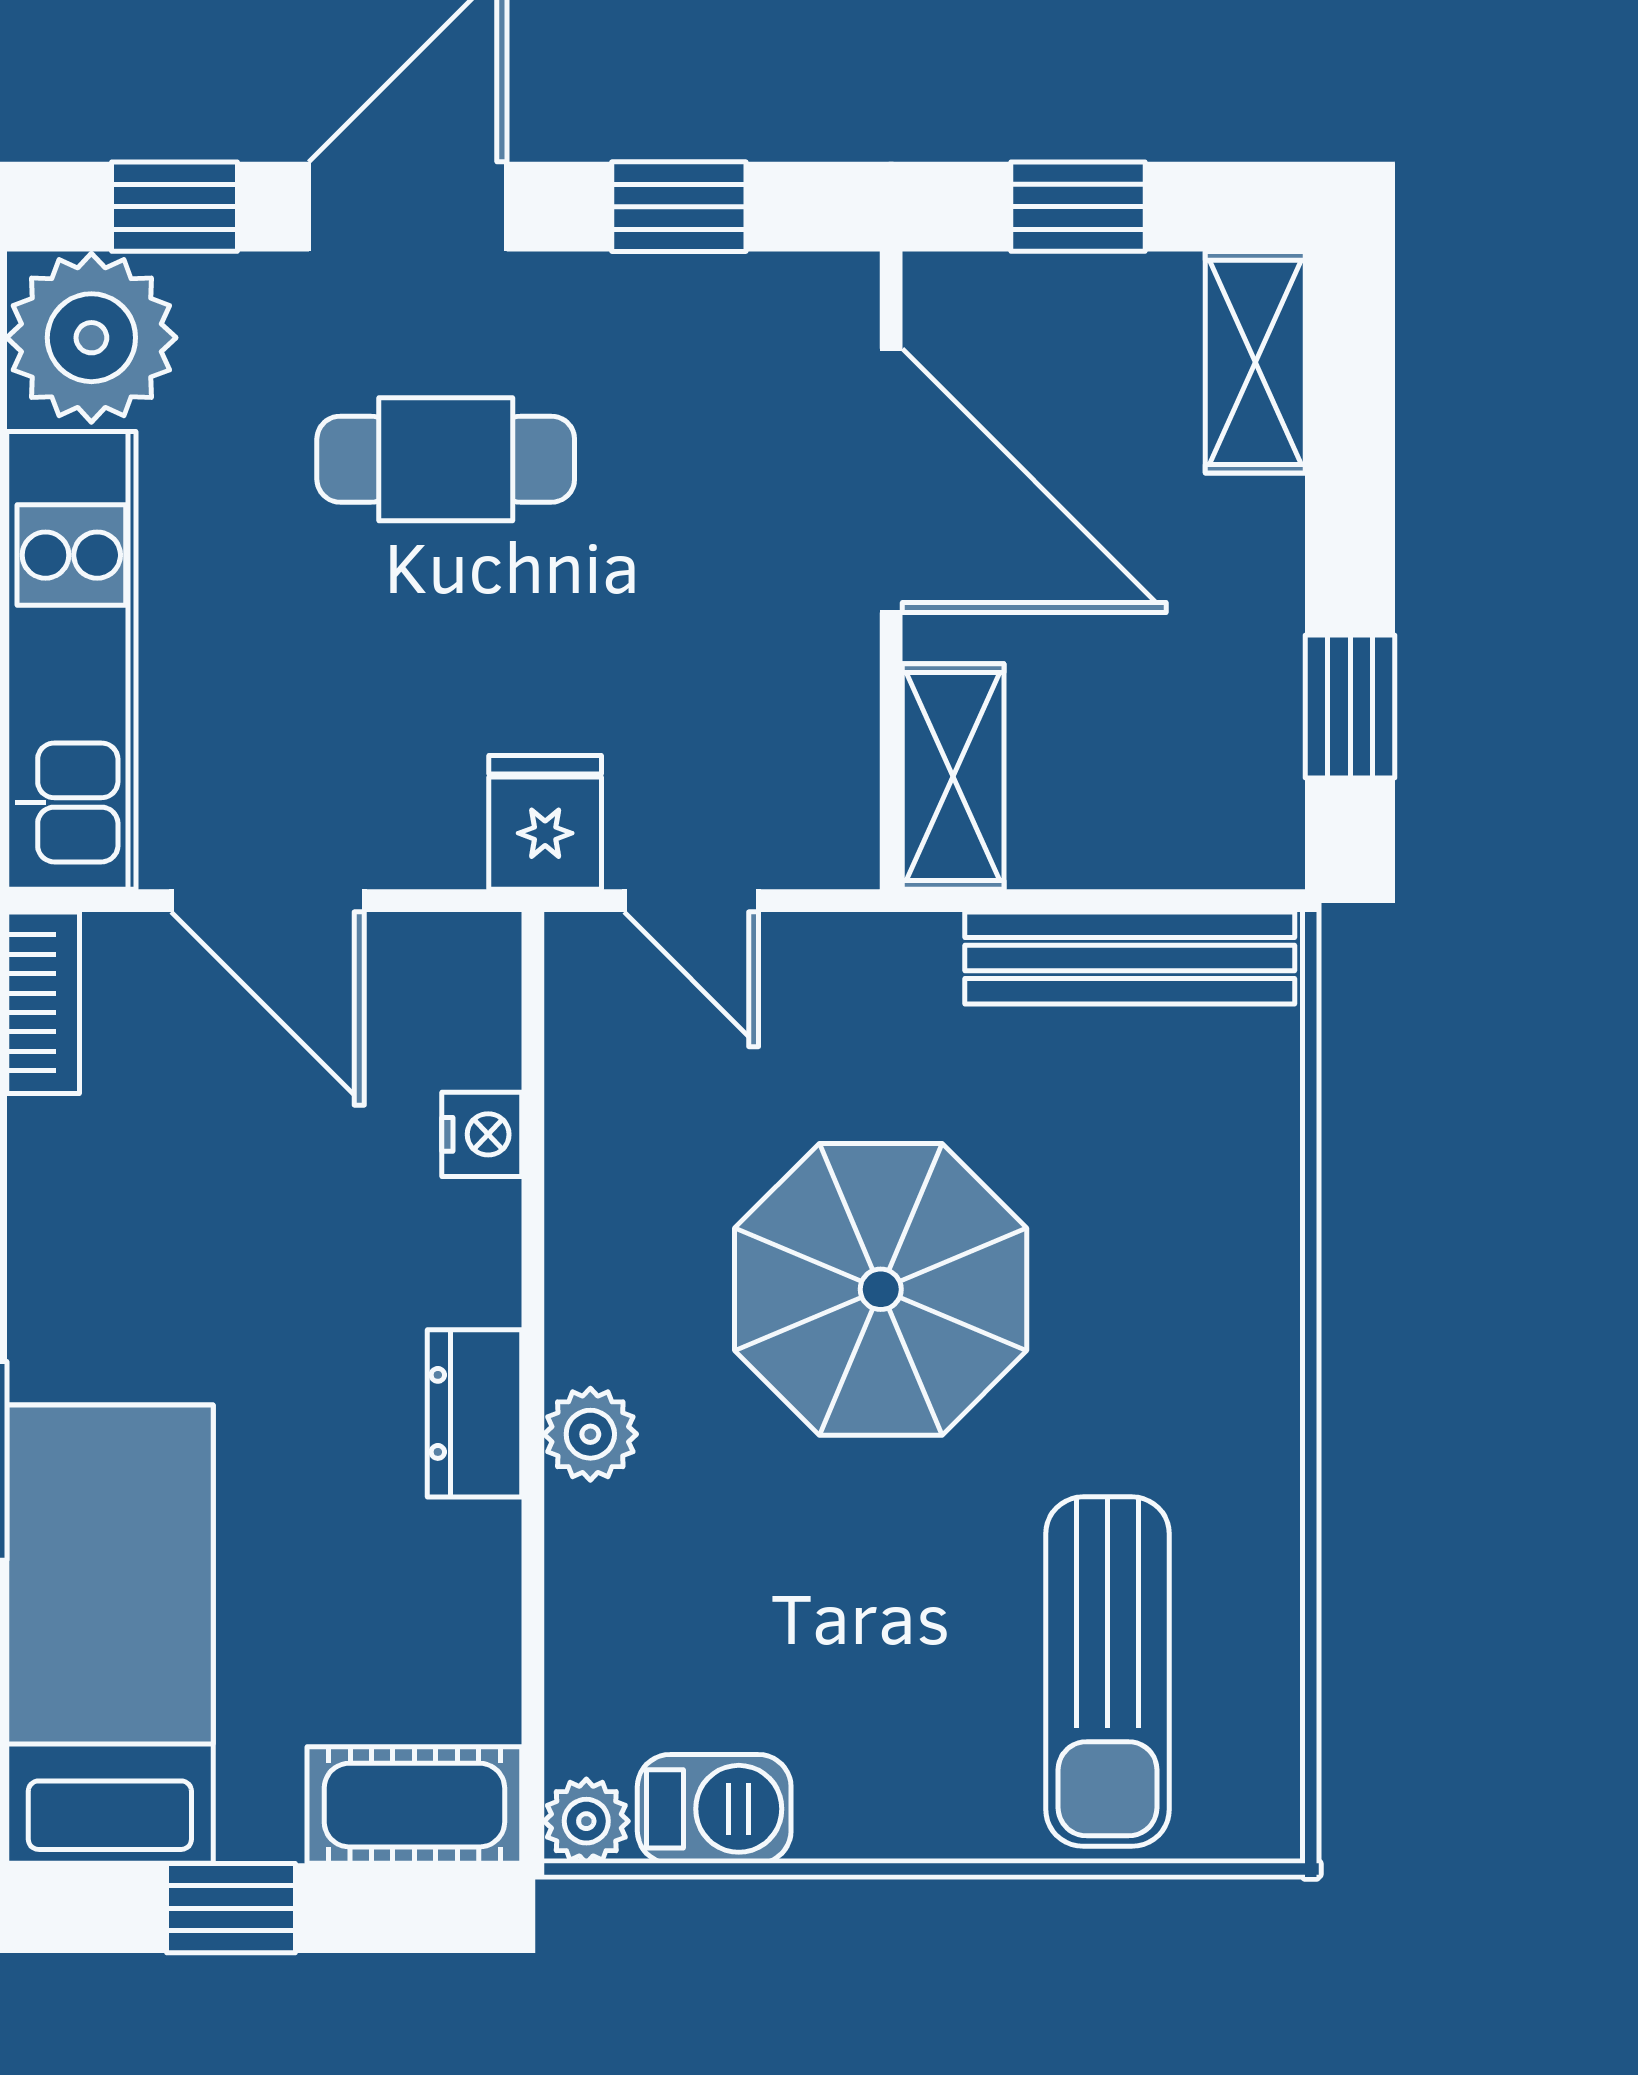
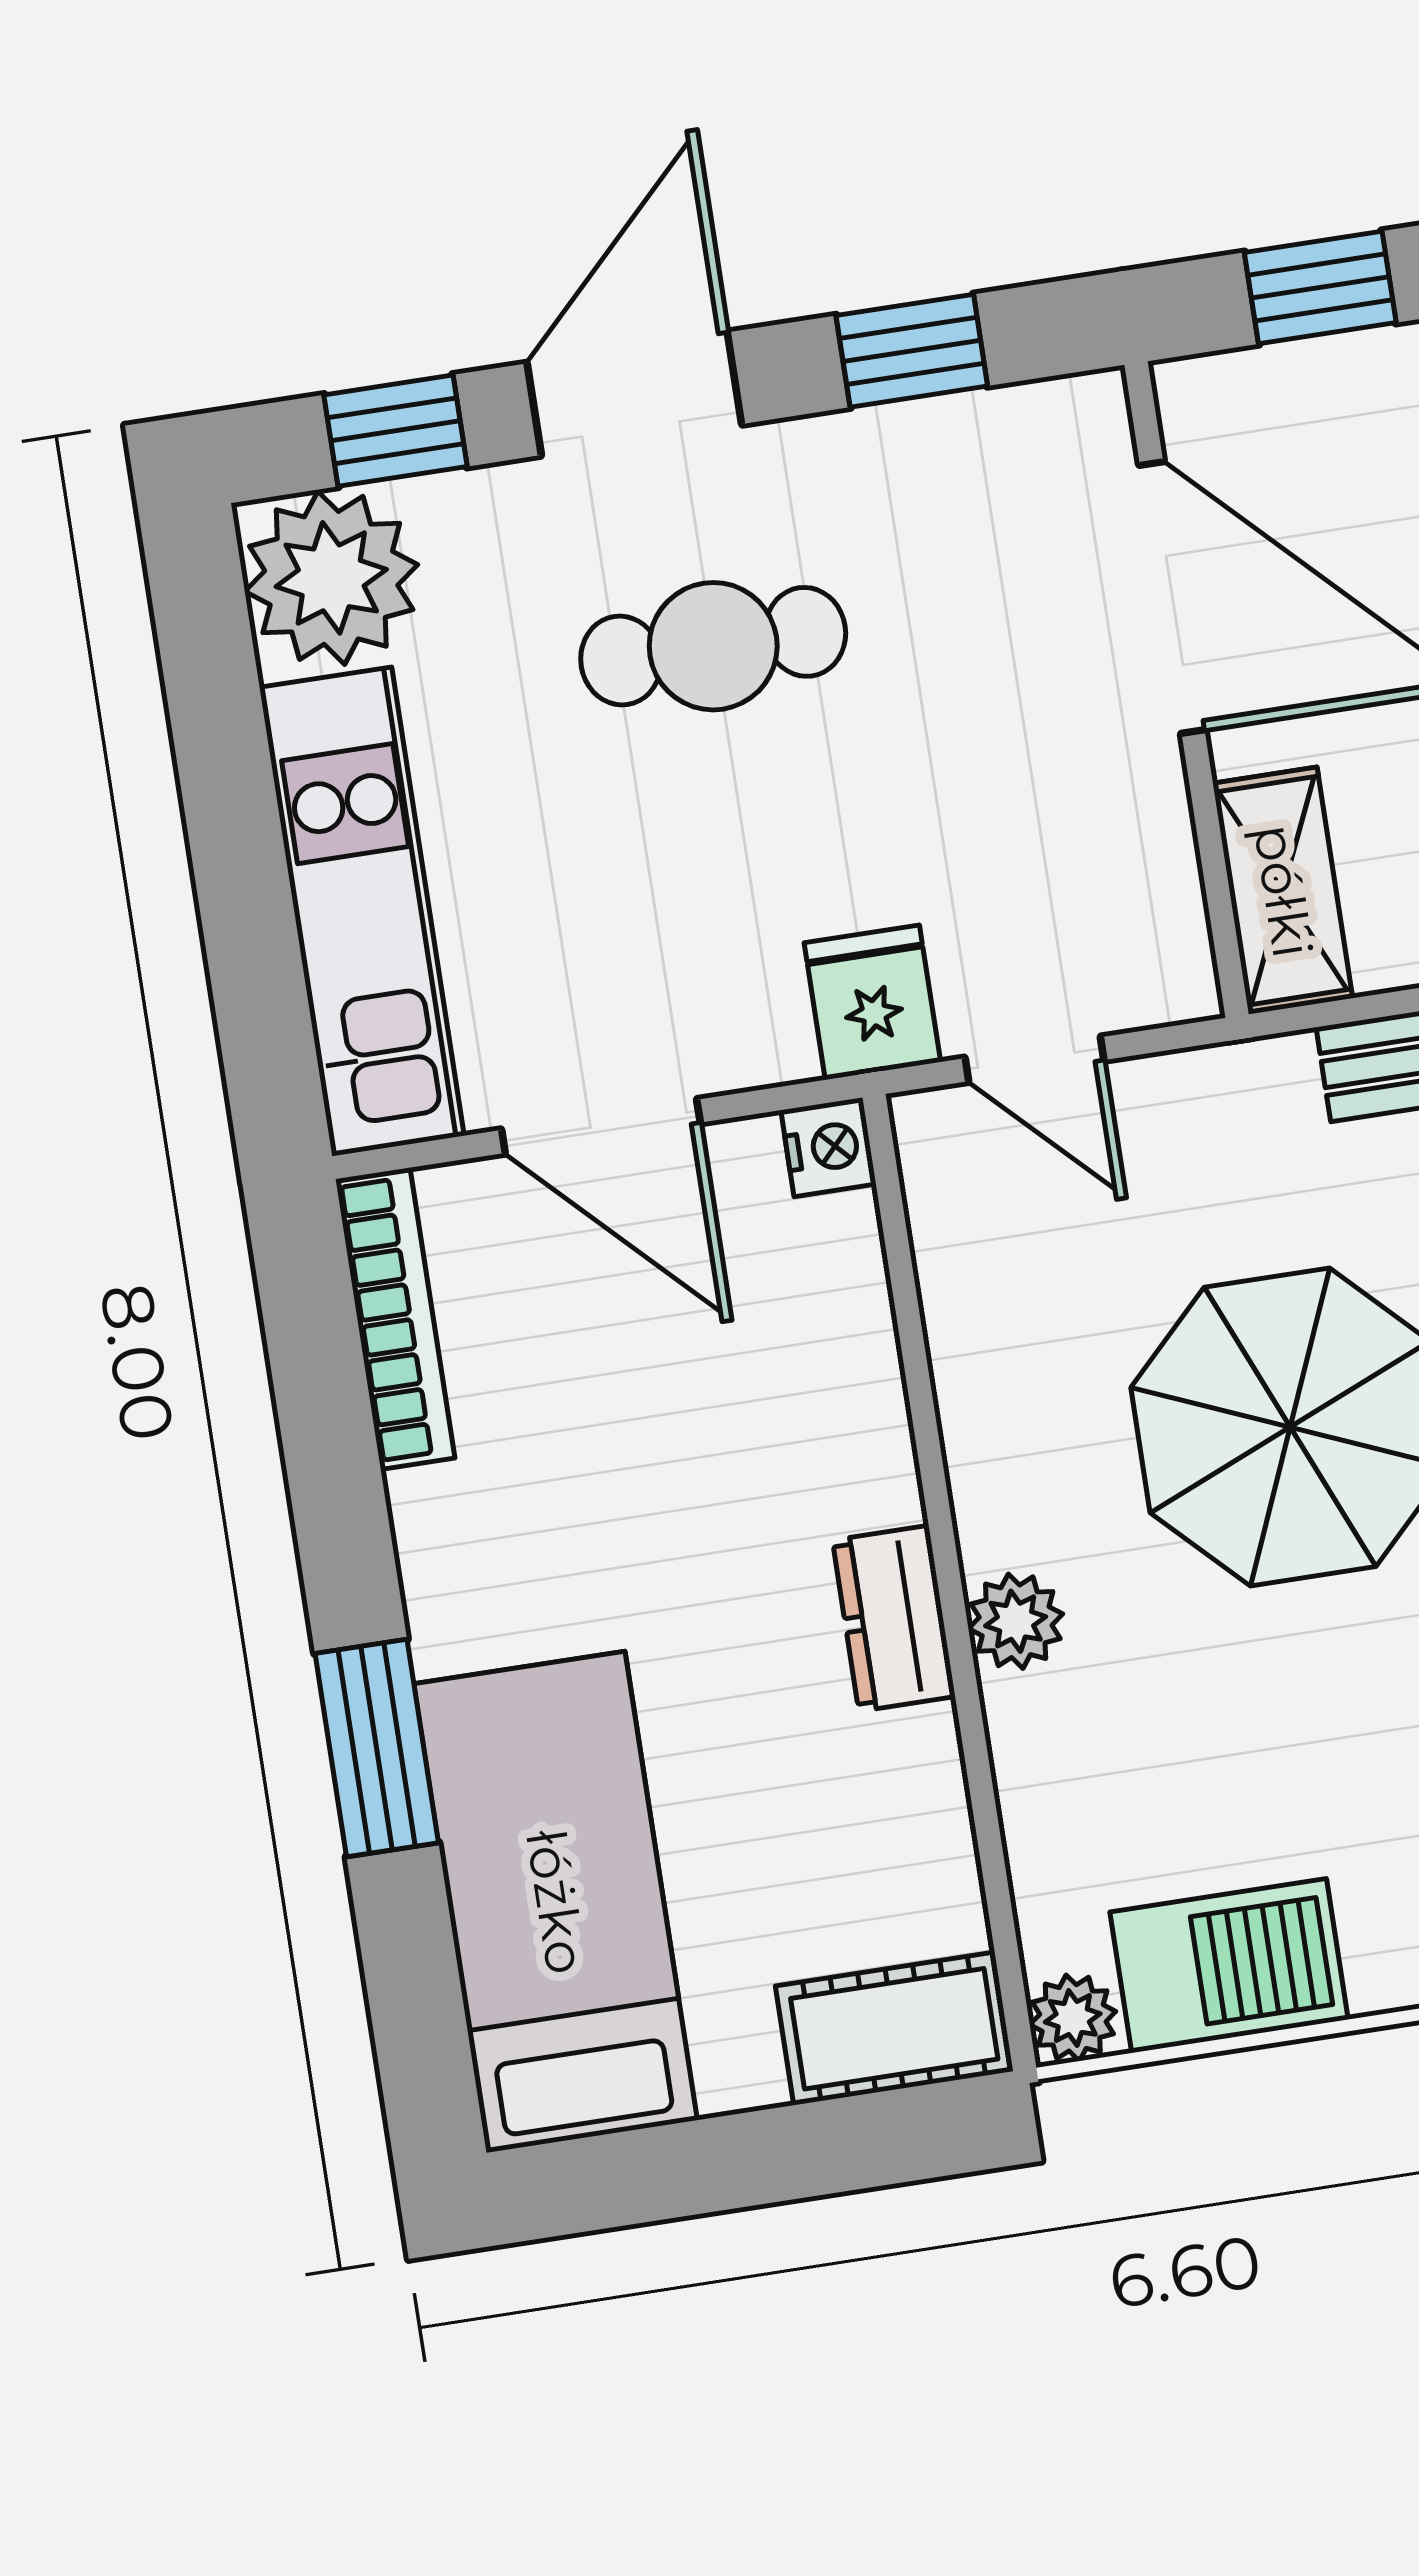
bookcase: (43, 1003) -> (395, 1319), width x1.56
nightstand: (482, 1134) -> (828, 1147), moved
barbecue: (714, 1809) -> (1229, 1966), width x1.38, depth x1.27
window: (231, 1908) -> (723, 2163), removed

